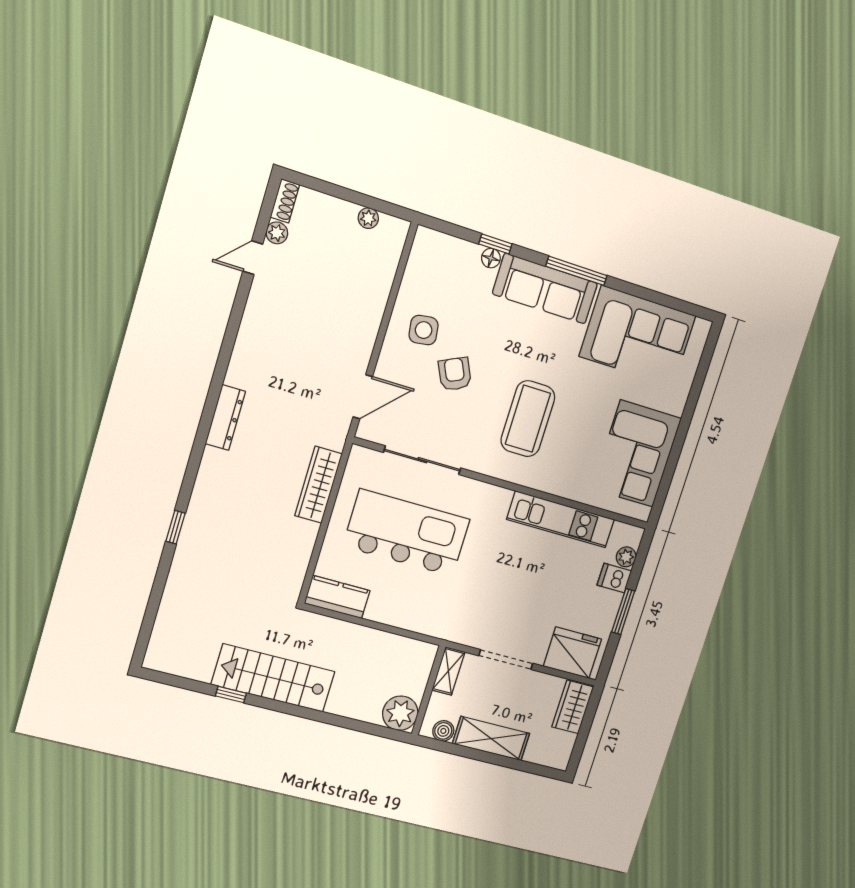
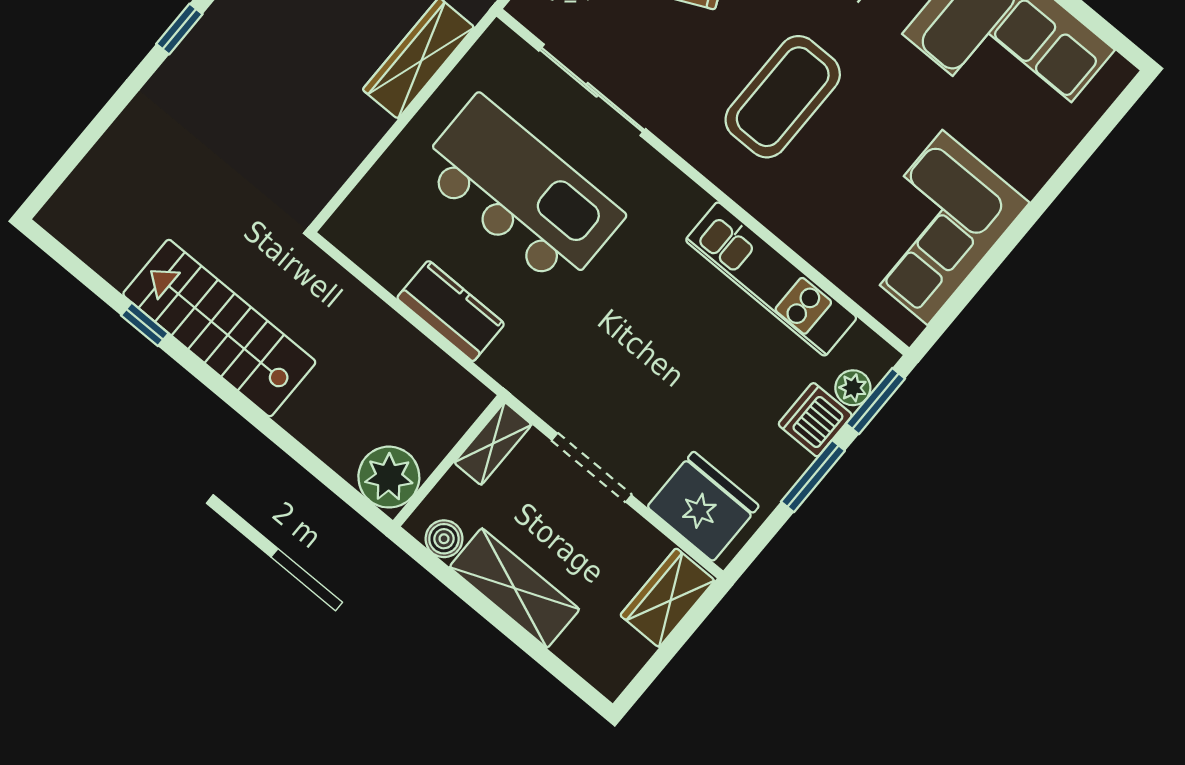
window: (641, 558) -> (876, 401), added
dishwasher: (614, 578) -> (815, 420), width x1.38
kitchen counter: (337, 597) -> (451, 311), moved

